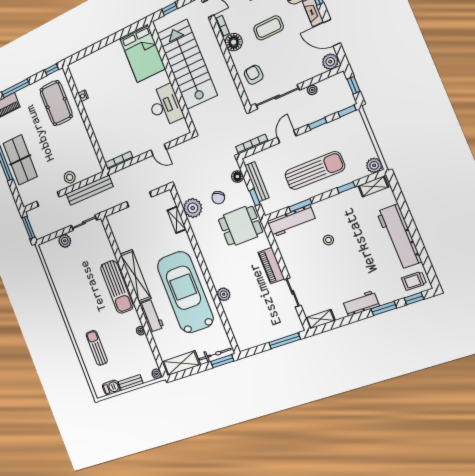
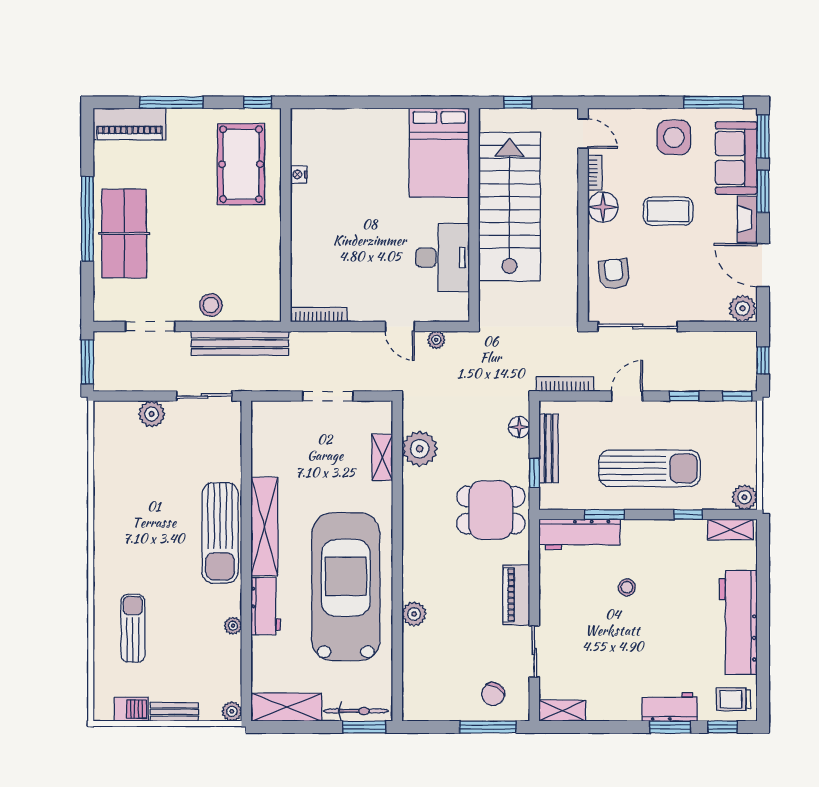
plant: (312, 90) -> (436, 340), moved
chair: (218, 198) -> (493, 694), moved
workbench: (361, 303) -> (670, 707), moved

